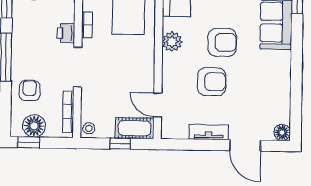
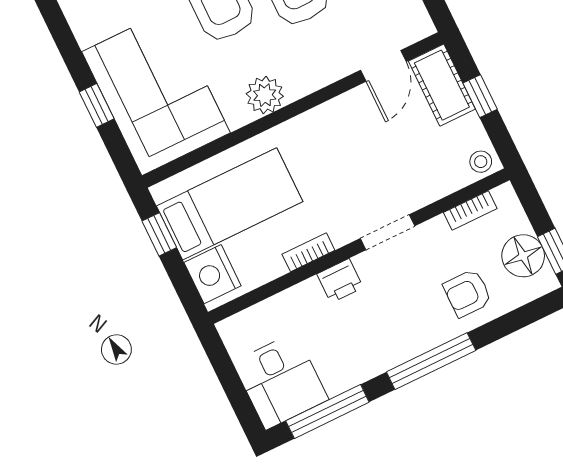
doorway: (78, 67) -> (388, 232), width x0.73
bookcase: (68, 112) -> (470, 210), width x0.64

